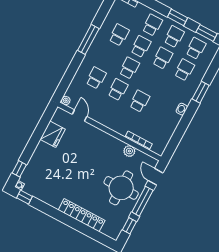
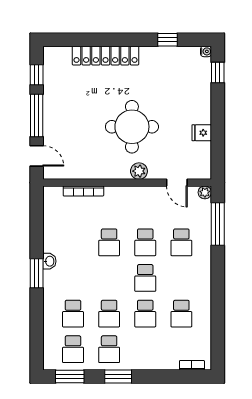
school desk: (152, 25) -> (145, 349), removed
window: (88, 39) -> (218, 224), moved
window: (201, 92) -> (37, 273), moved
fridge: (53, 134) -> (202, 133), width x0.53, depth x0.75
plant: (129, 151) -> (139, 171), moved
round table: (121, 188) -> (132, 127), moved
window: (25, 197) -> (167, 40), moved

